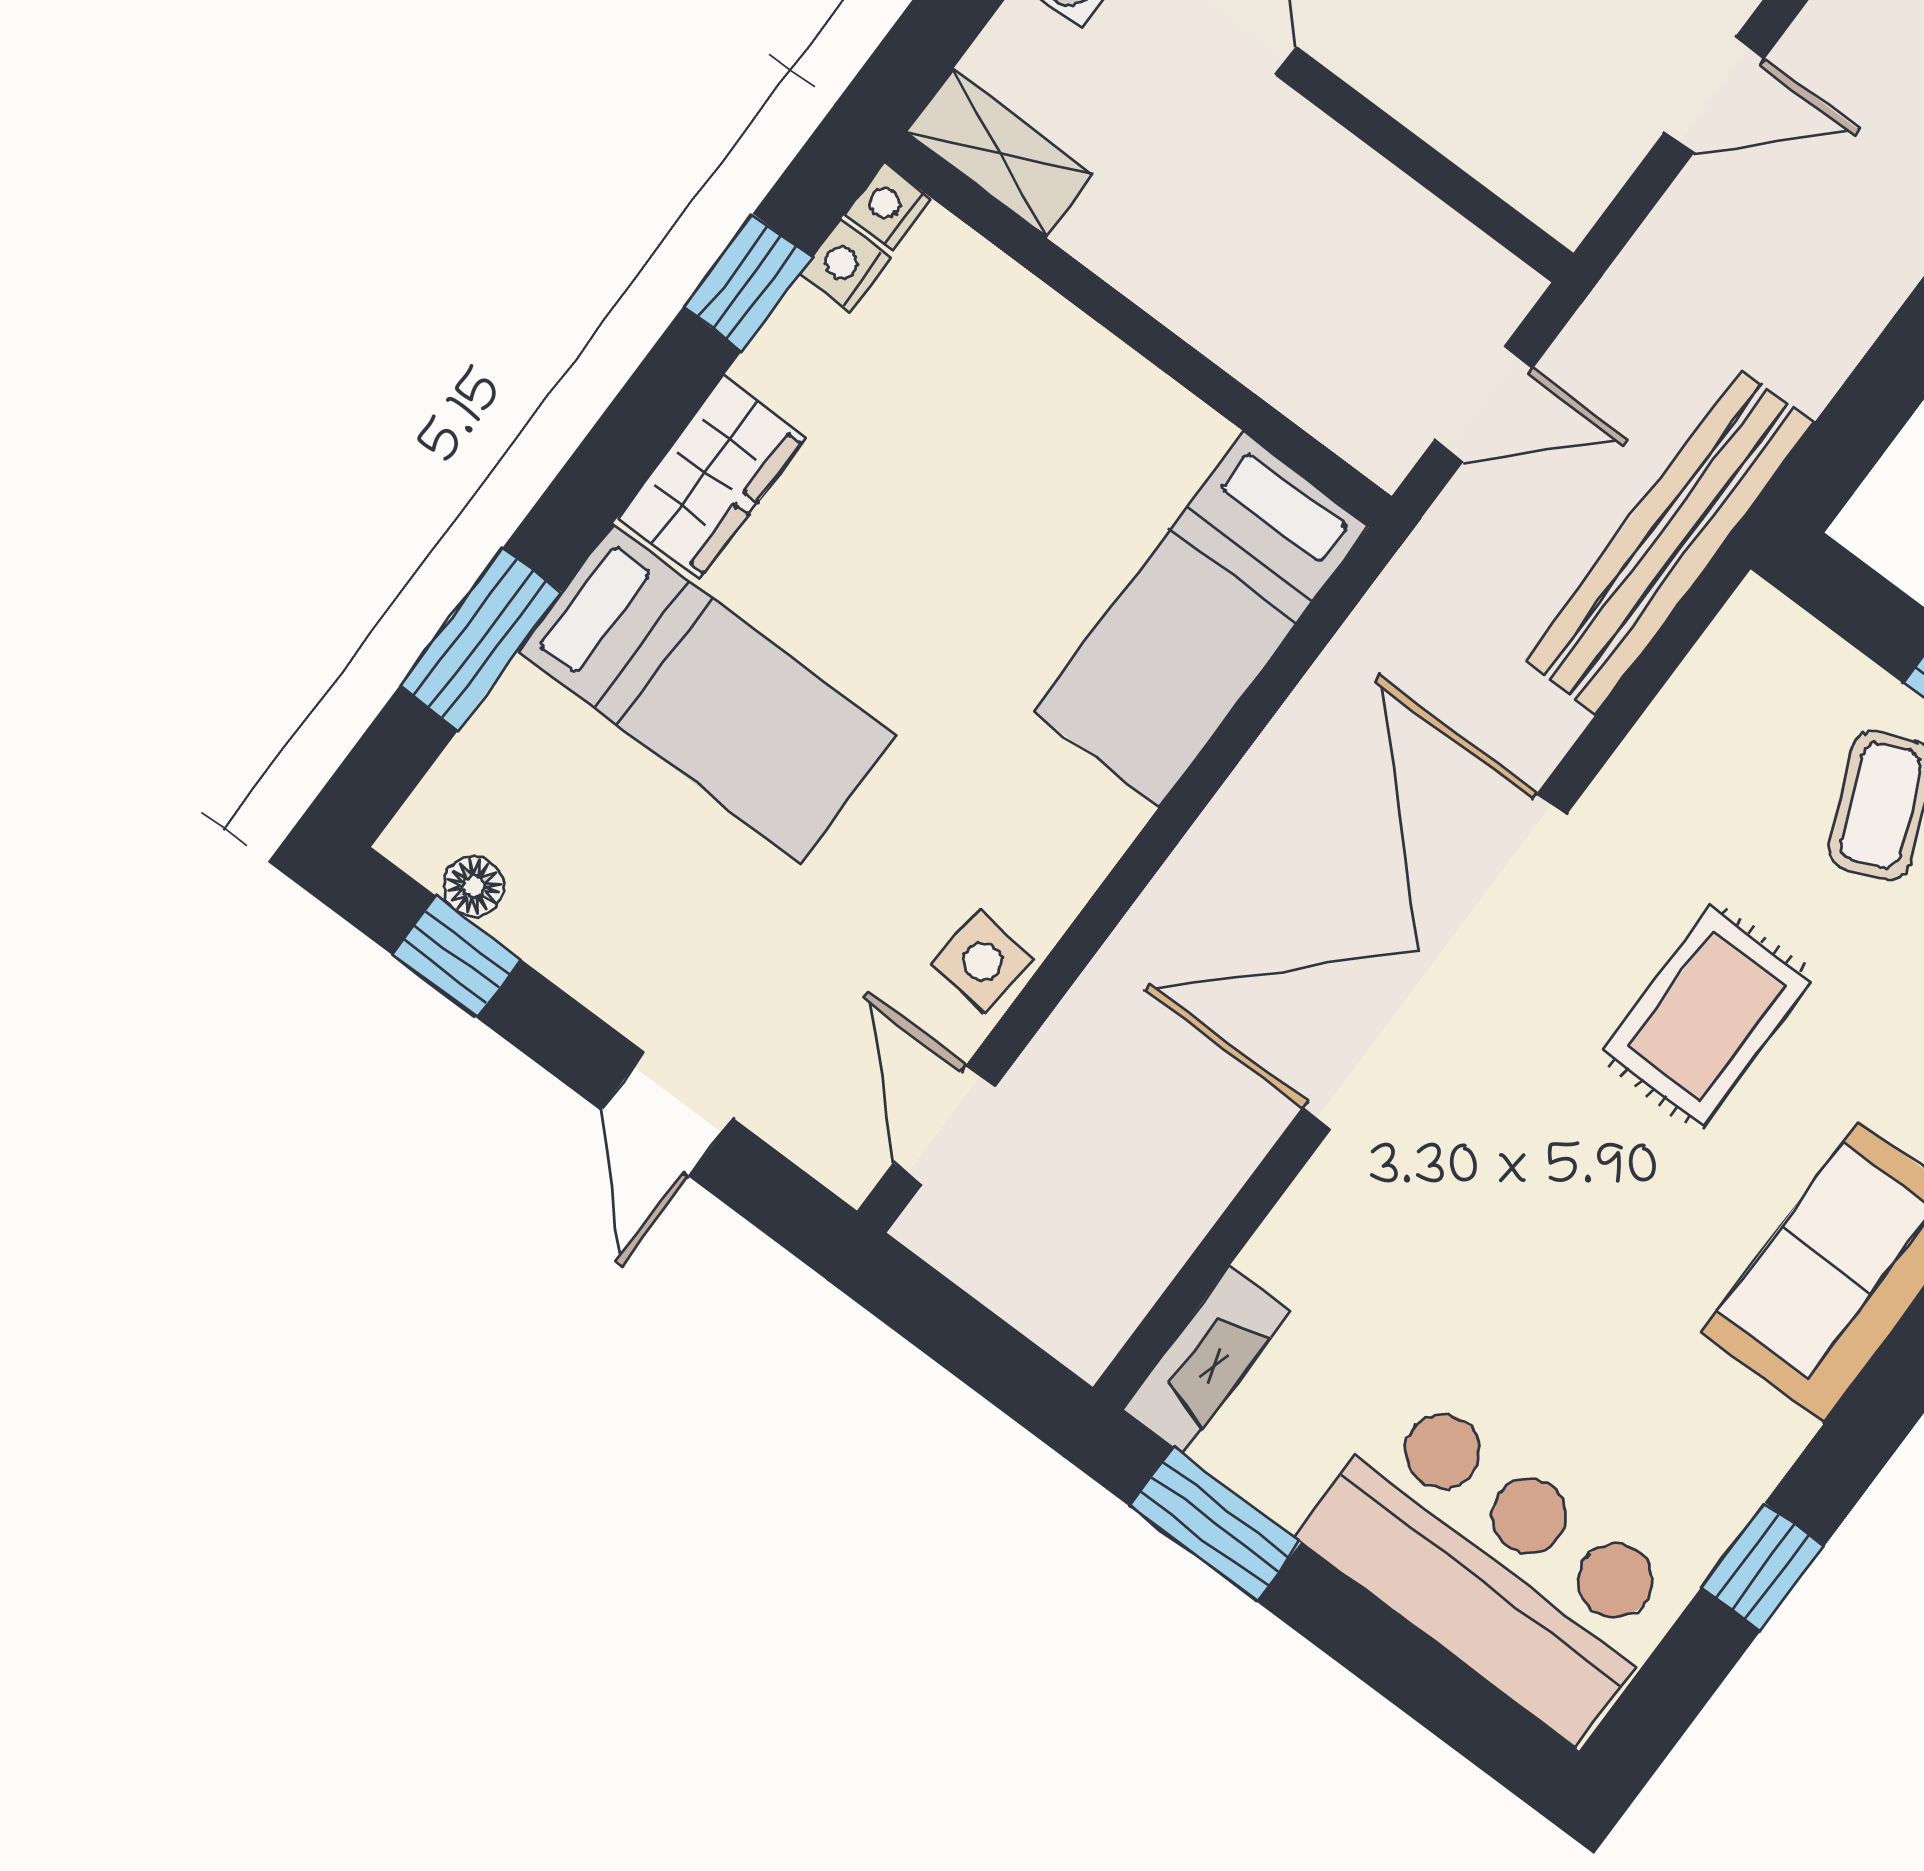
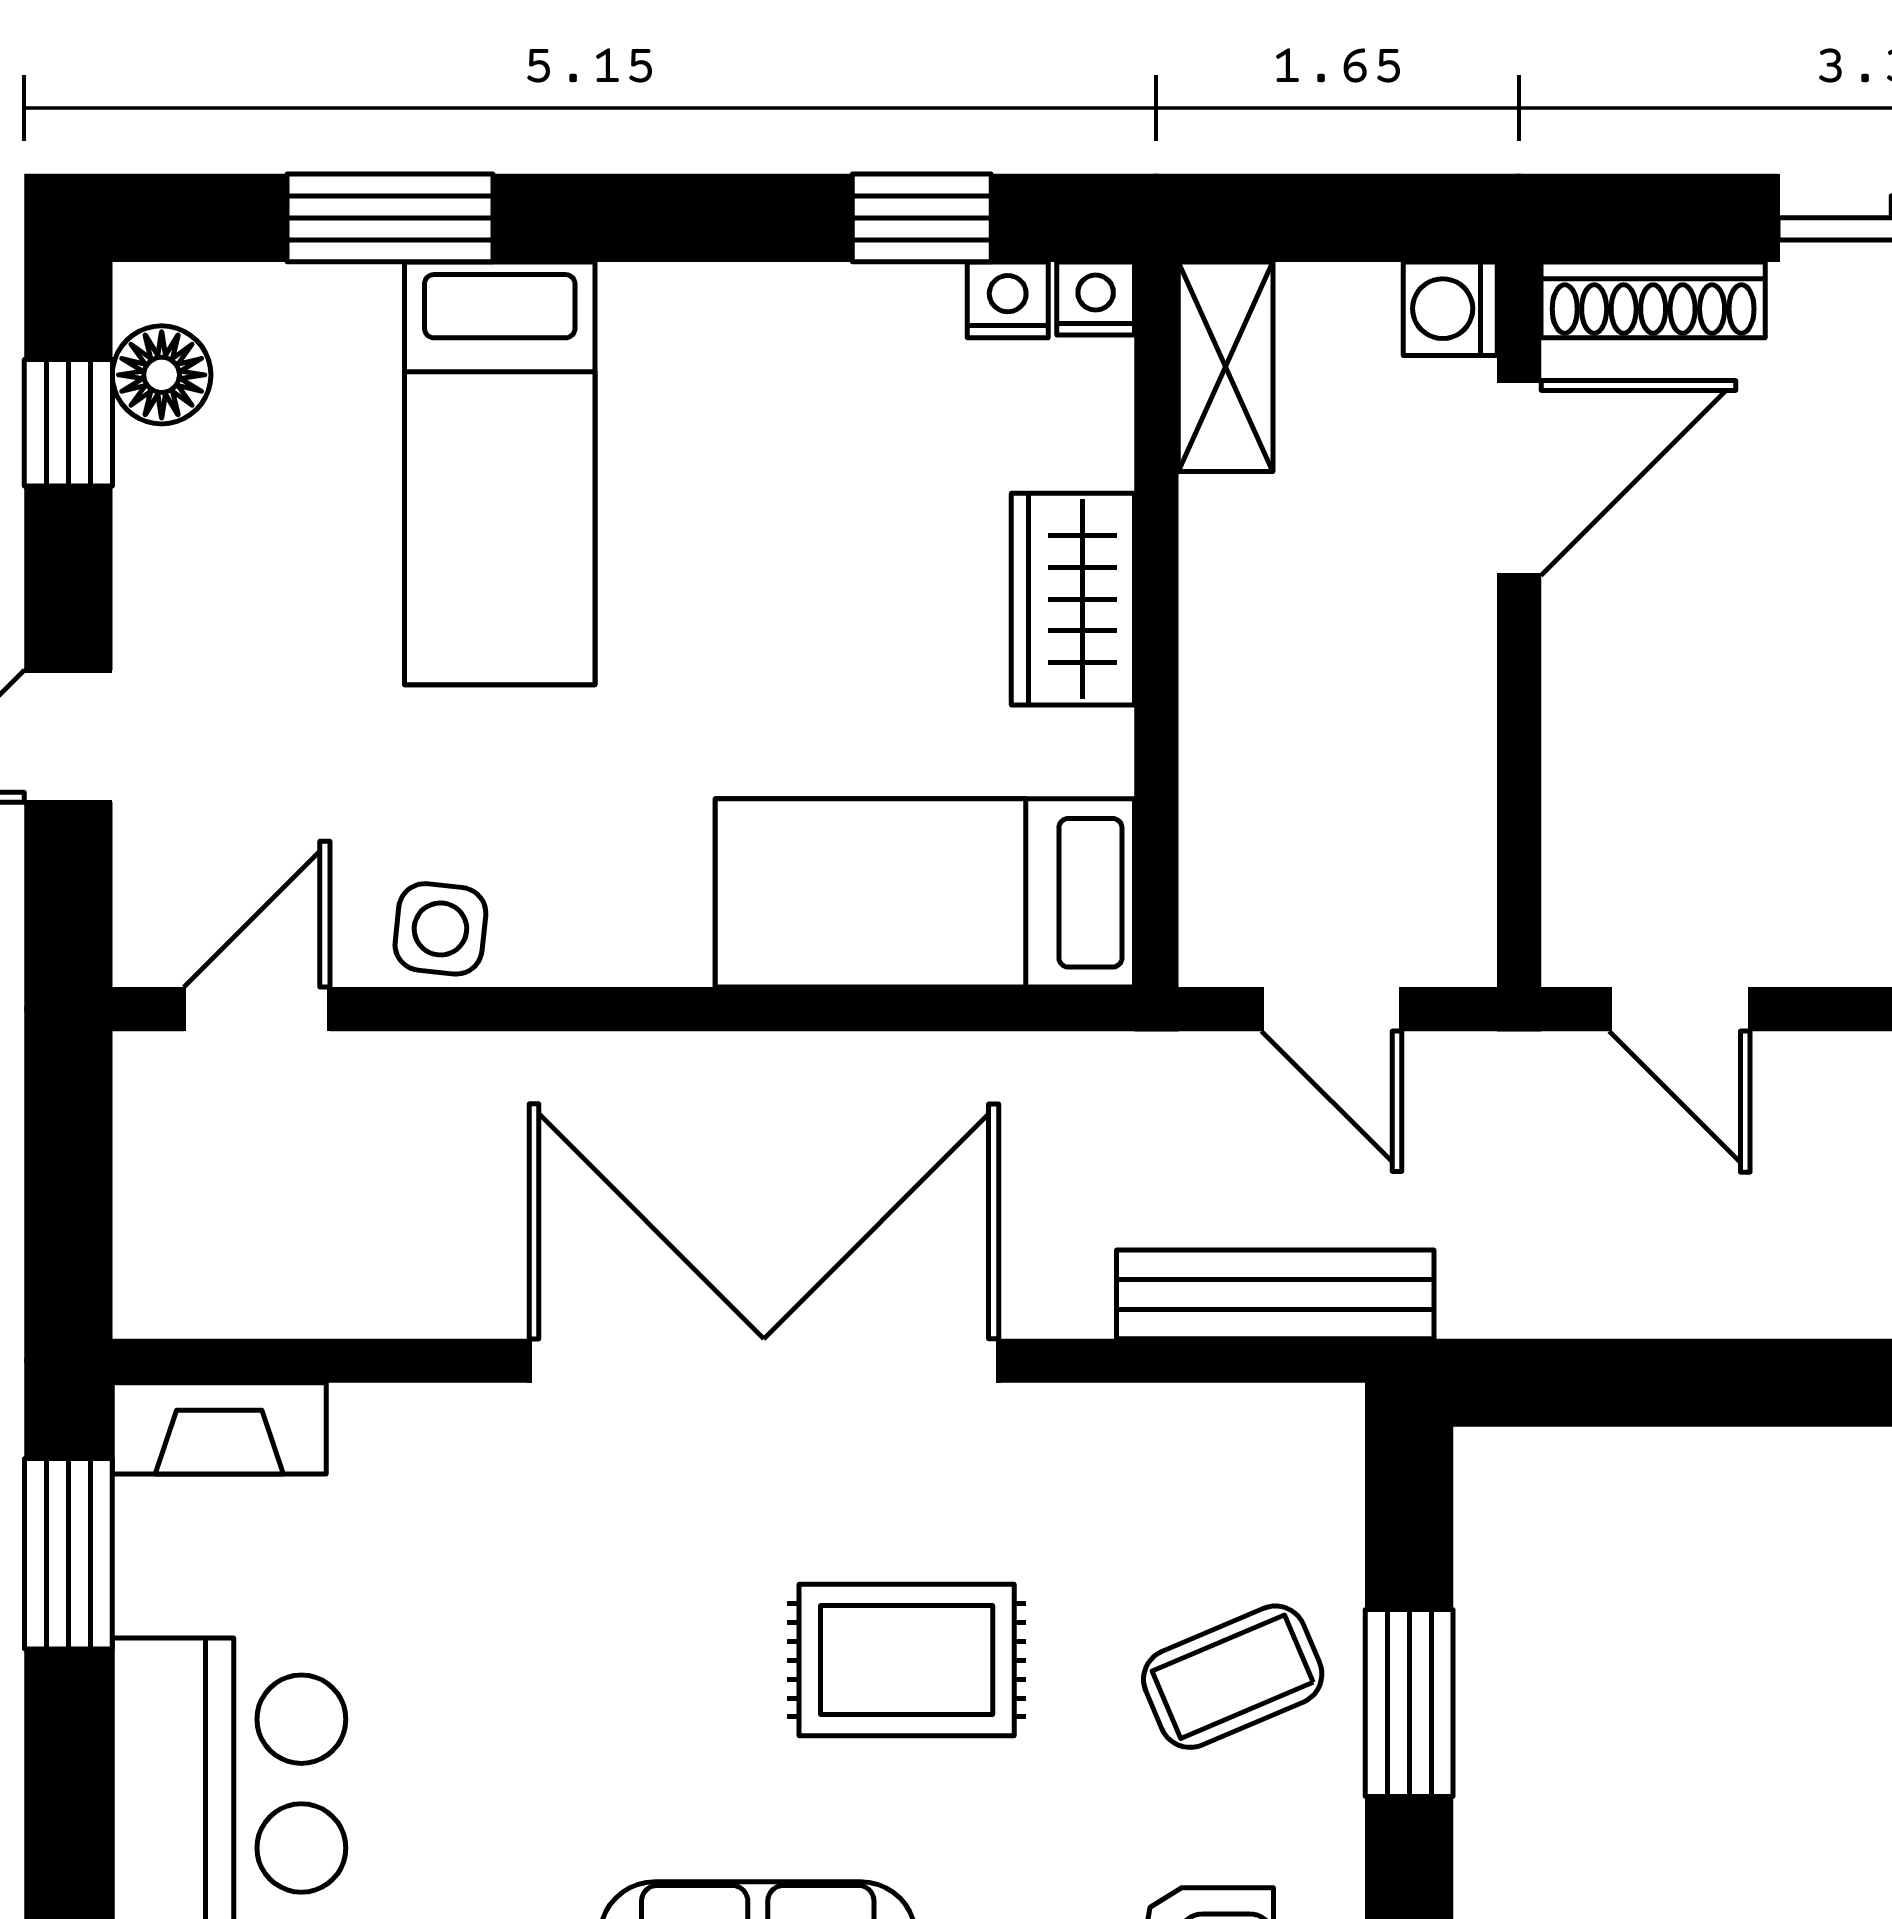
door: (1714, 95) -> (1680, 1009), moved
wardrobe: (712, 477) -> (1073, 599), moved, turned 90
bench: (1669, 541) -> (1275, 1294), width x0.73, depth x0.82
floor lamp: (474, 886) -> (162, 375), width x1.37, depth x1.37

